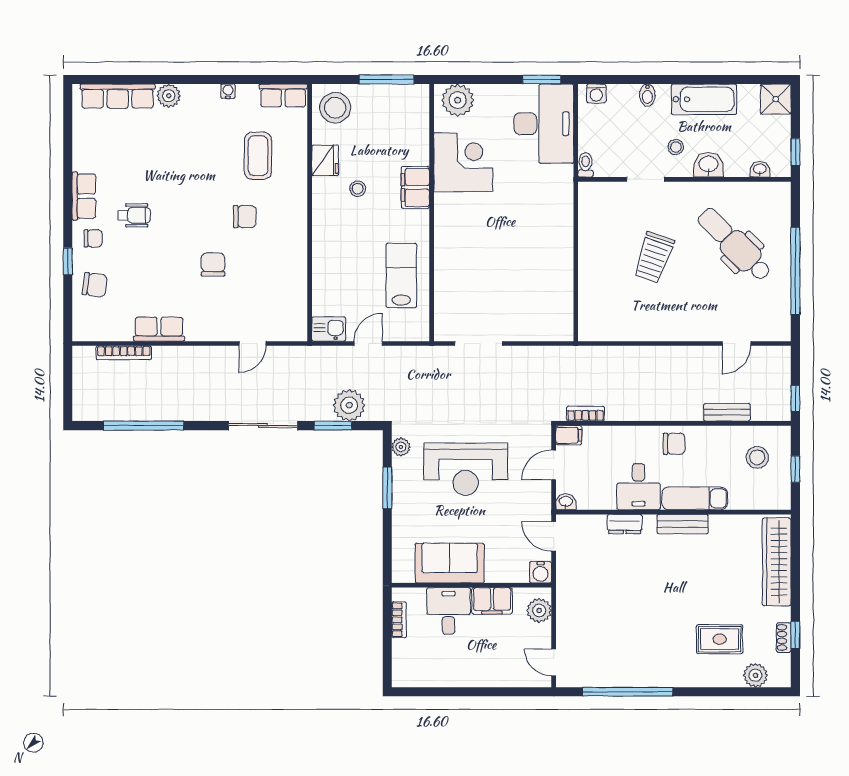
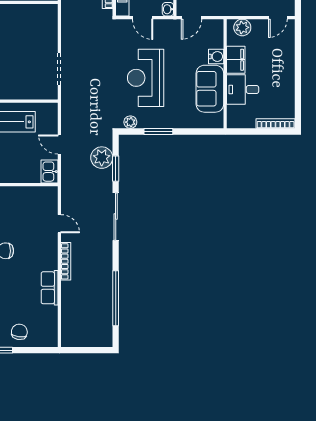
bookcase: (124, 353) -> (66, 261), moved
reception desk: (466, 469) -> (146, 78), turned 180
water cooler: (541, 572) -> (216, 56), moved
bookcase: (399, 620) -> (276, 123), moved, width x1.56

